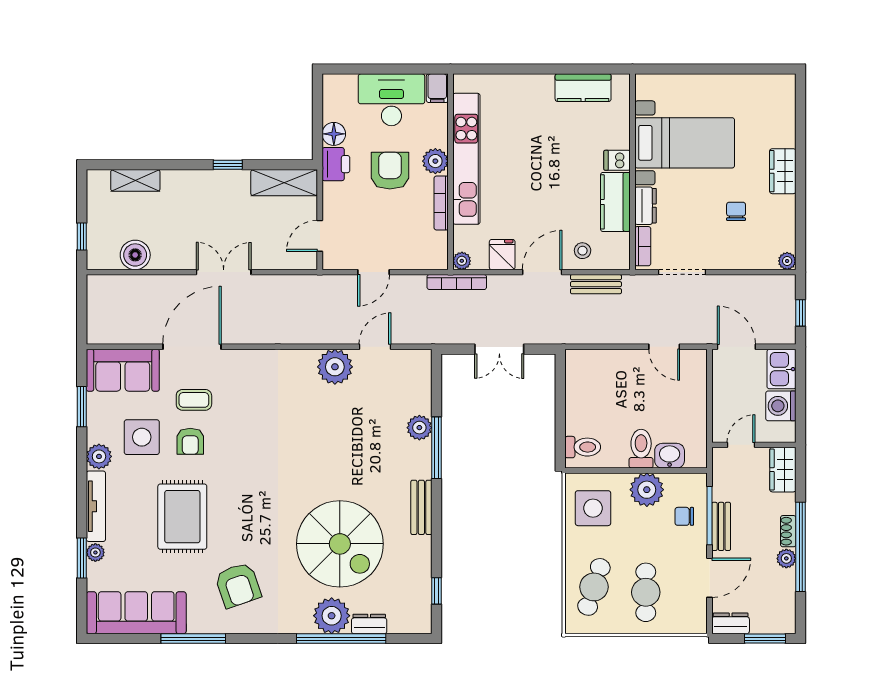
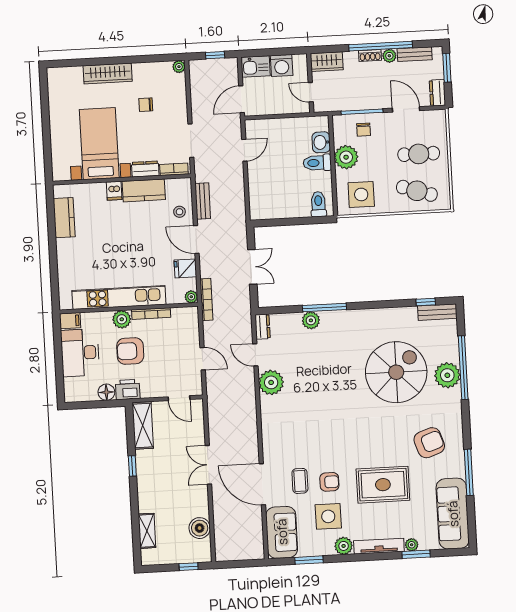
wardrobe: (783, 171) -> (108, 74), width x1.50
bench: (421, 507) -> (437, 312), moved
bench: (721, 526) -> (415, 54), moved
dresser: (369, 624) -> (263, 327), moved, turned 180

